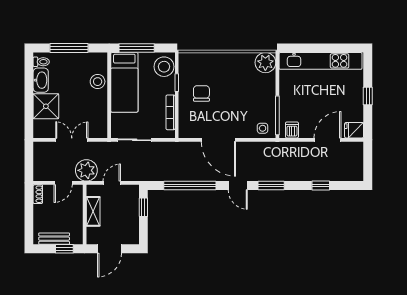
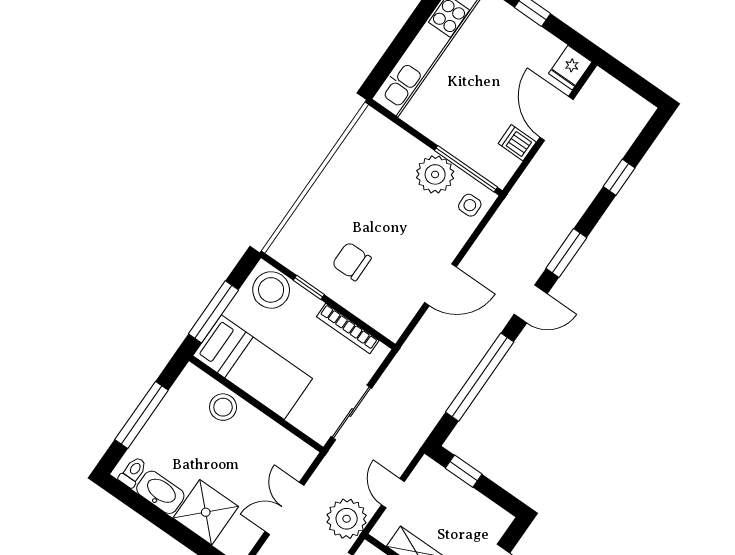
plant: (265, 63) -> (435, 174), moved
dishwasher: (292, 130) -> (517, 143), moved
door: (218, 140) -> (440, 285), width x0.73

